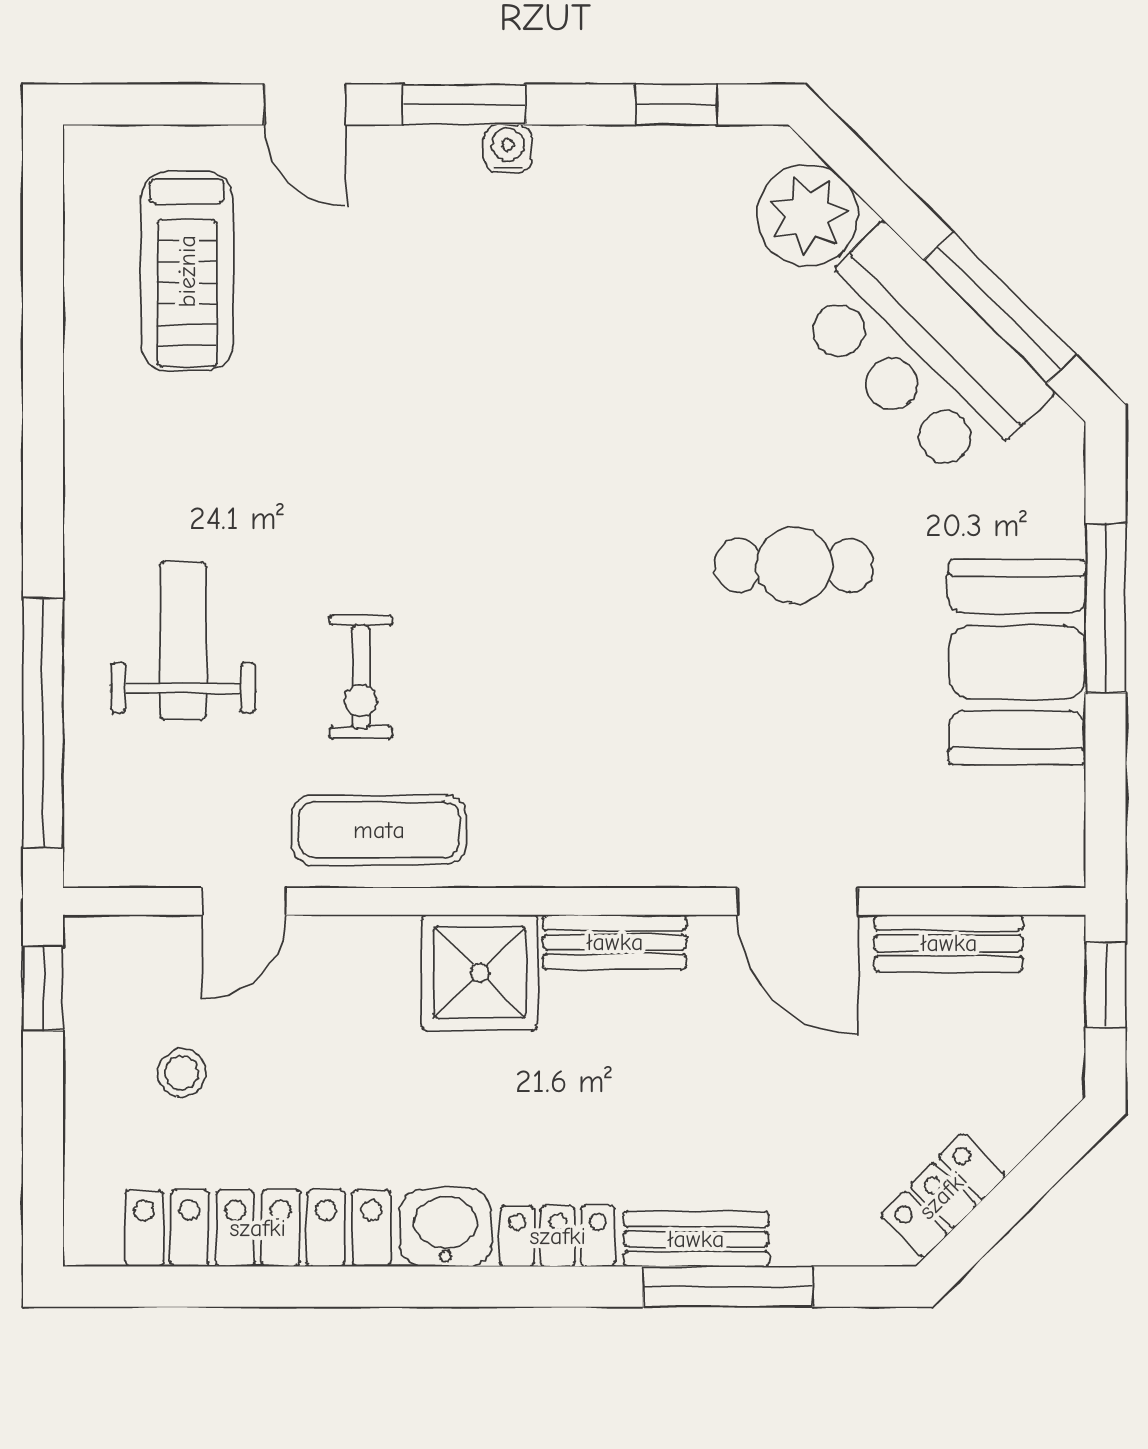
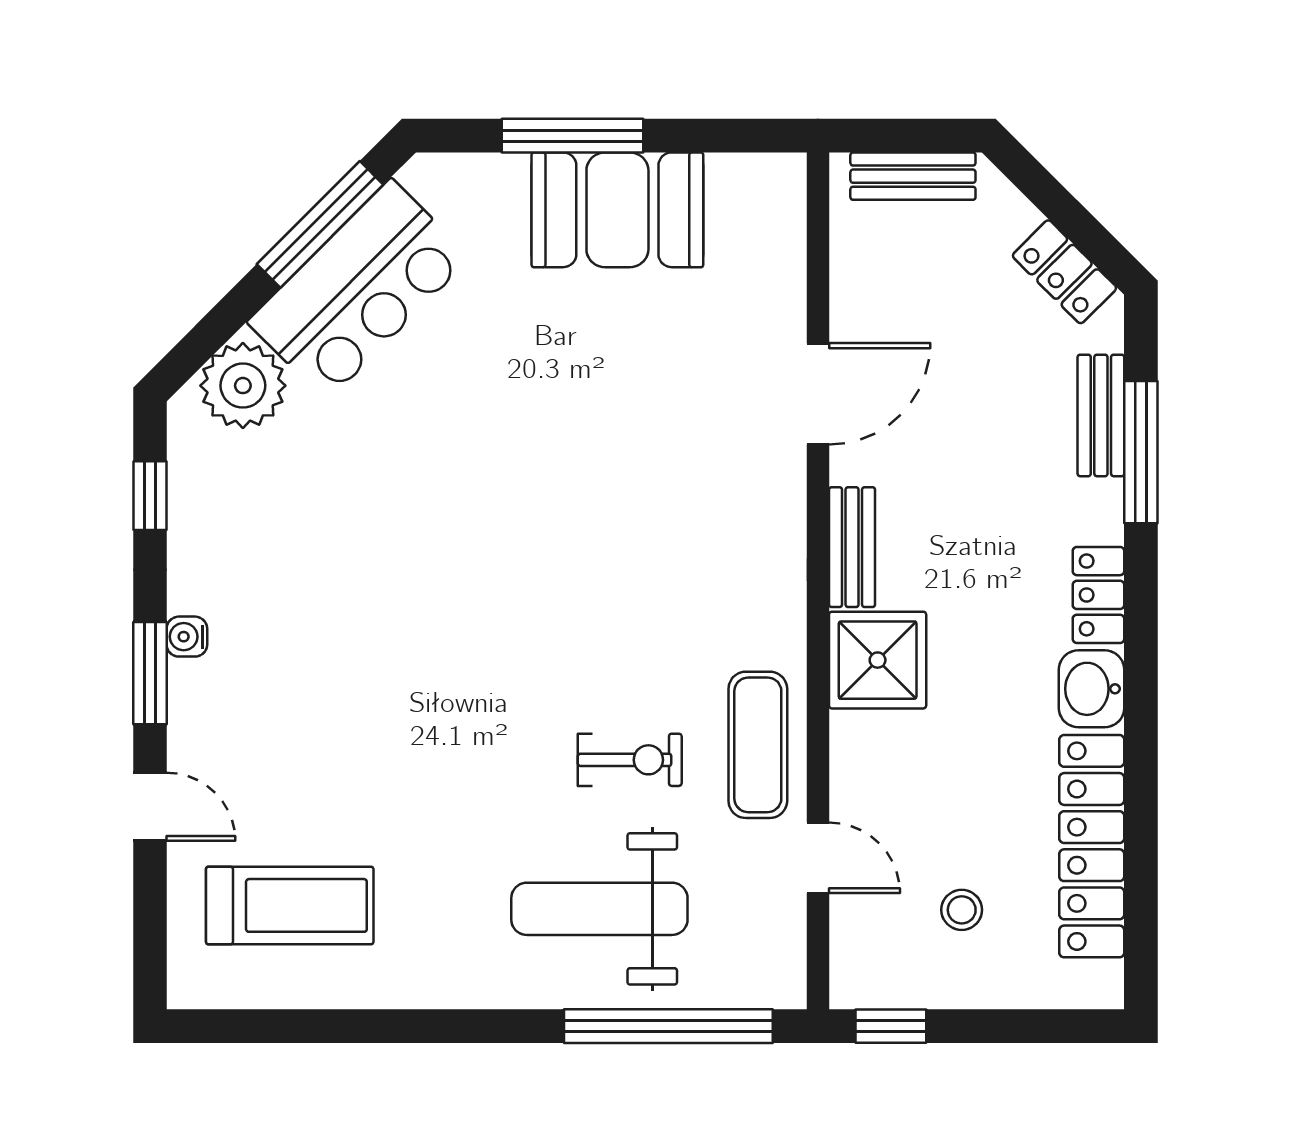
door: (305, 105) -> (150, 807), hinge flipped
cafe table: (794, 565) -> (536, 397), removed
weight bench: (183, 641) -> (599, 909), width x1.36, depth x1.33
bench: (949, 943) -> (913, 176), moved, turned 90
window: (1106, 985) -> (888, 136), removed
bench: (696, 1239) -> (1101, 415), moved

